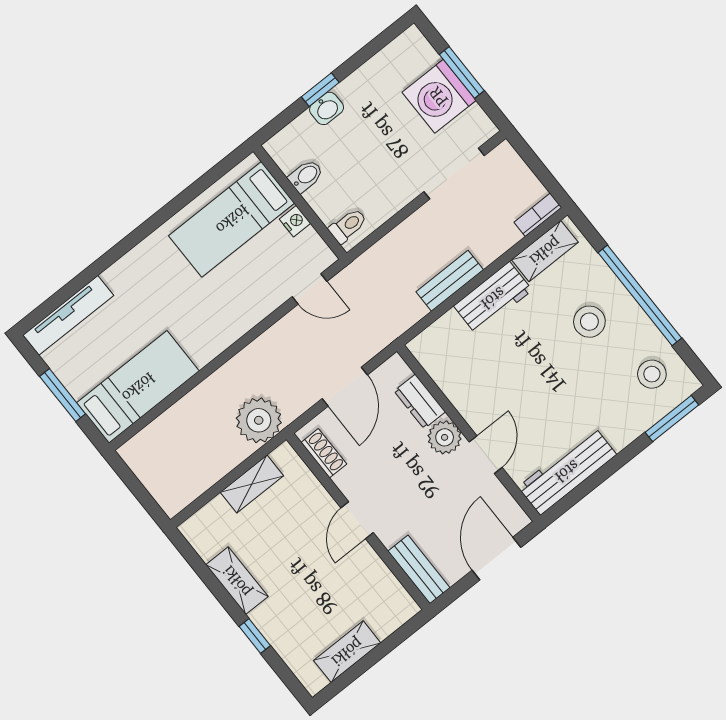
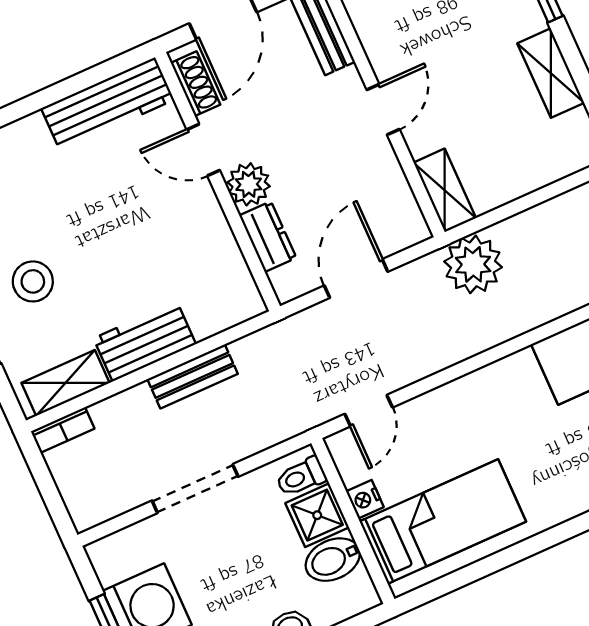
doorway: (454, 174) -> (195, 489), moved
bidet: (306, 176) -> (333, 560), width x1.38, depth x1.36
shower: (328, 200) -> (317, 515), added
door: (309, 289) -> (369, 411), swing flipped
shoe rack: (324, 453) -> (196, 84), moved, turned 180
door: (486, 455) -> (203, 150), hinge flipped
shelving: (252, 484) -> (445, 190), moved, turned 90

